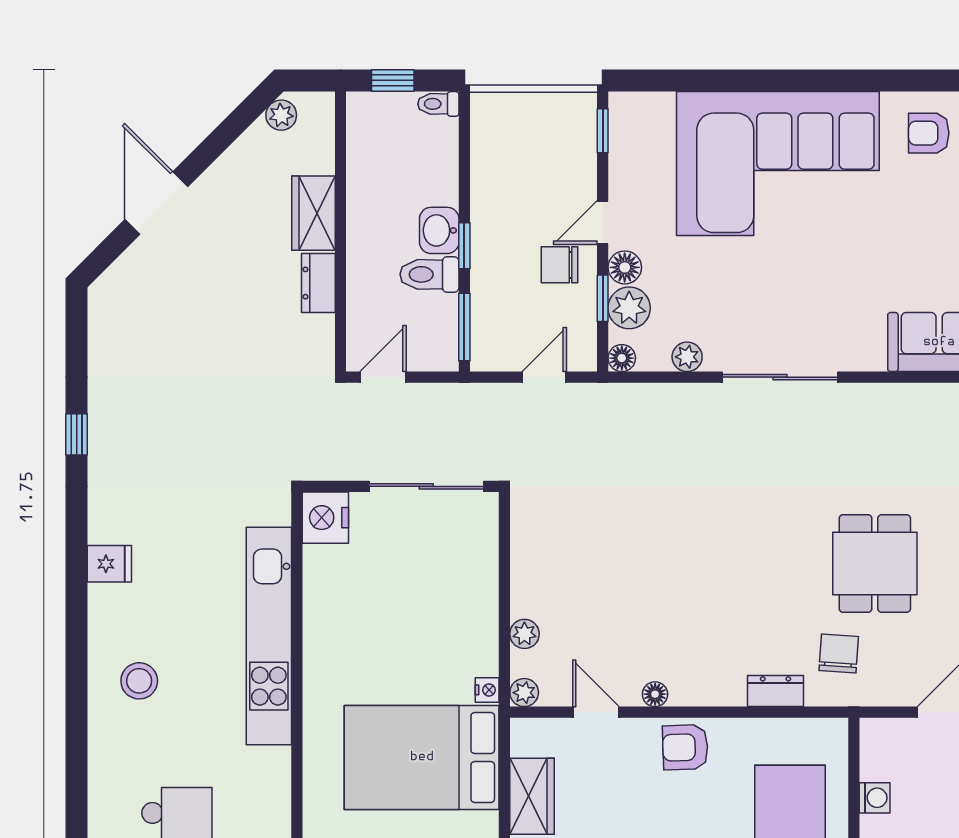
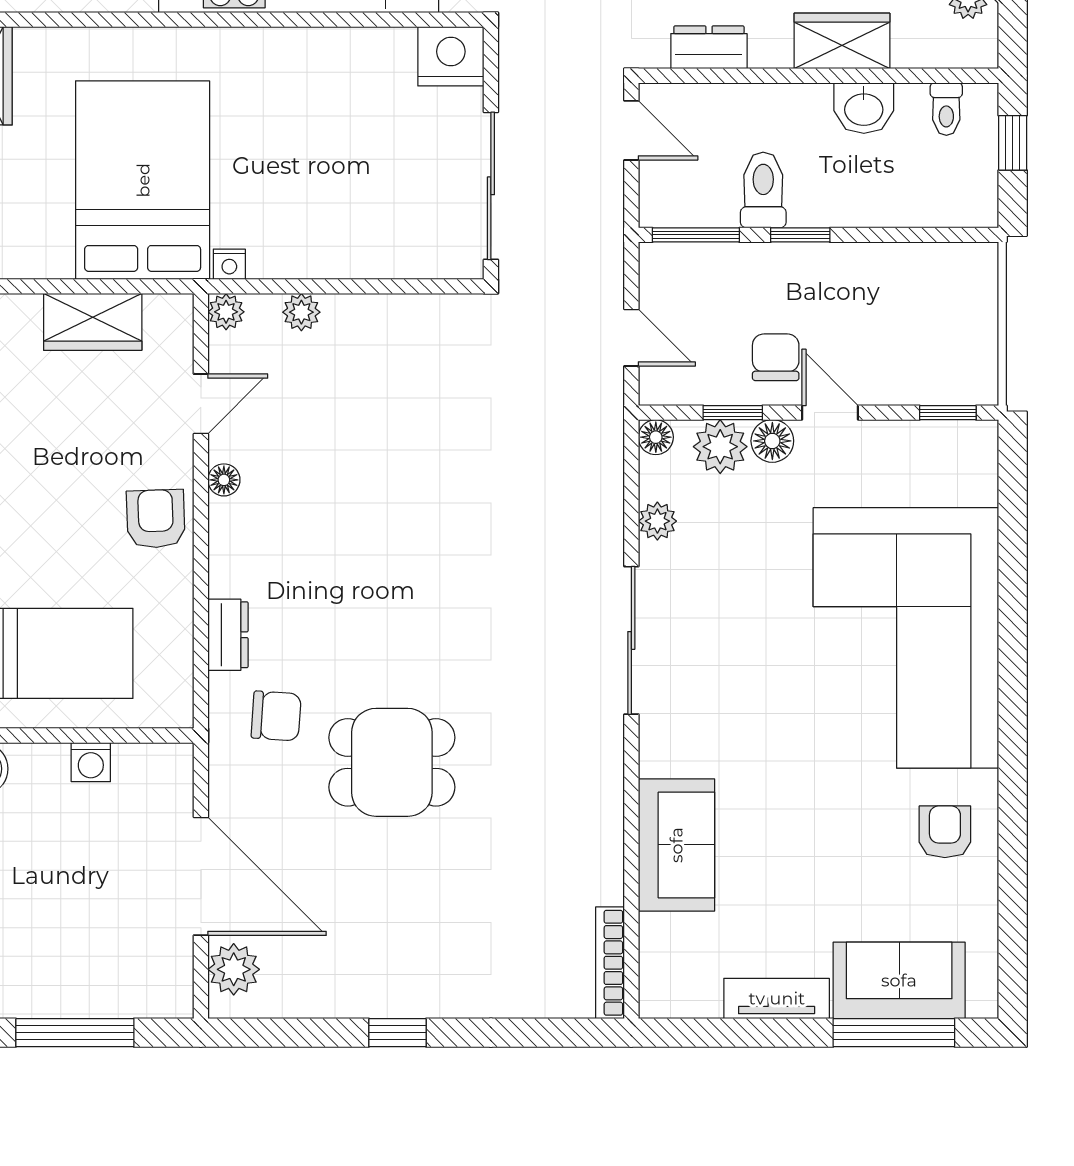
toilet: (438, 104) -> (946, 109), moved, turned 180
washbasin: (439, 230) -> (864, 108), moved, turned 180
dresser: (318, 283) -> (709, 47), moved

